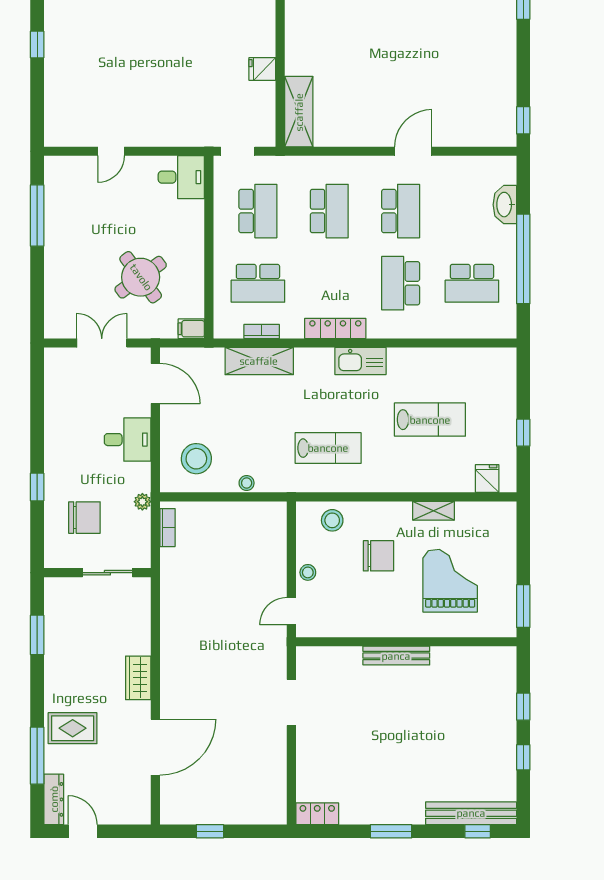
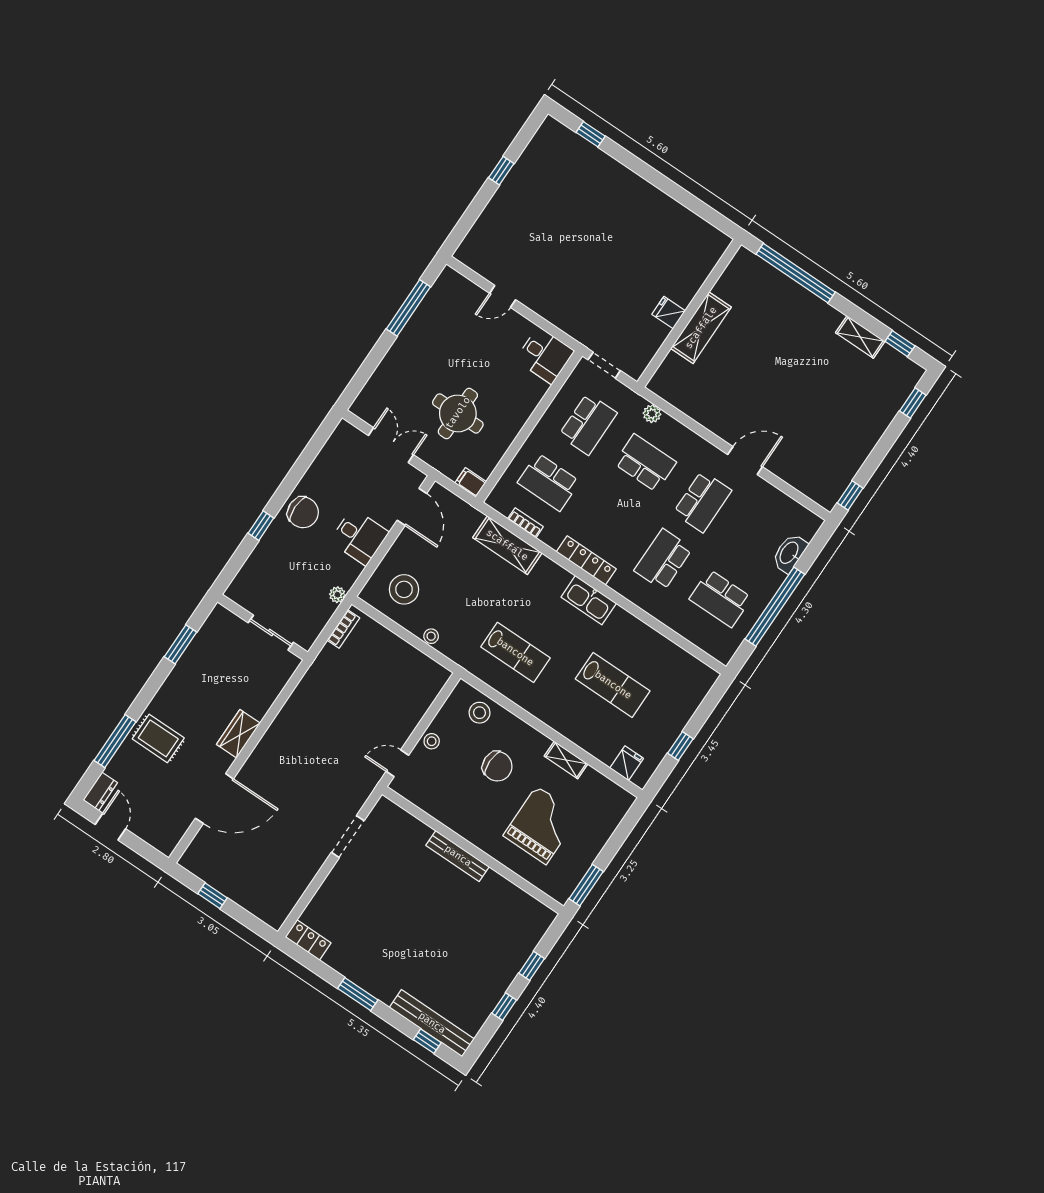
shelving: (299, 112) -> (701, 328), moved
plant: (307, 165) -> (652, 414), added
school desk: (329, 211) -> (645, 463), turned -90
round table: (141, 277) -> (458, 413), turned 36
chair: (84, 518) -> (303, 512), moved
dresser: (54, 799) -> (100, 791), width x0.70

